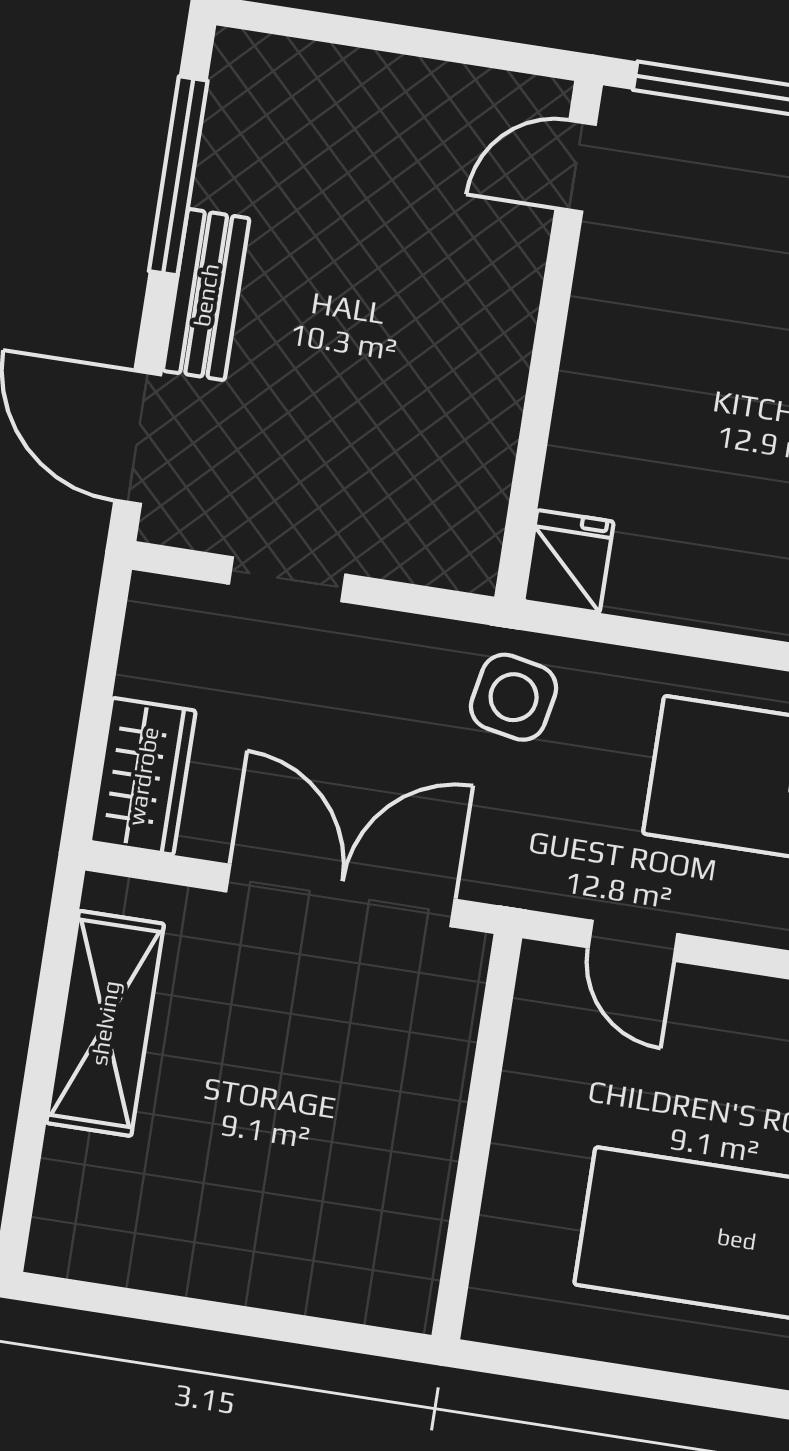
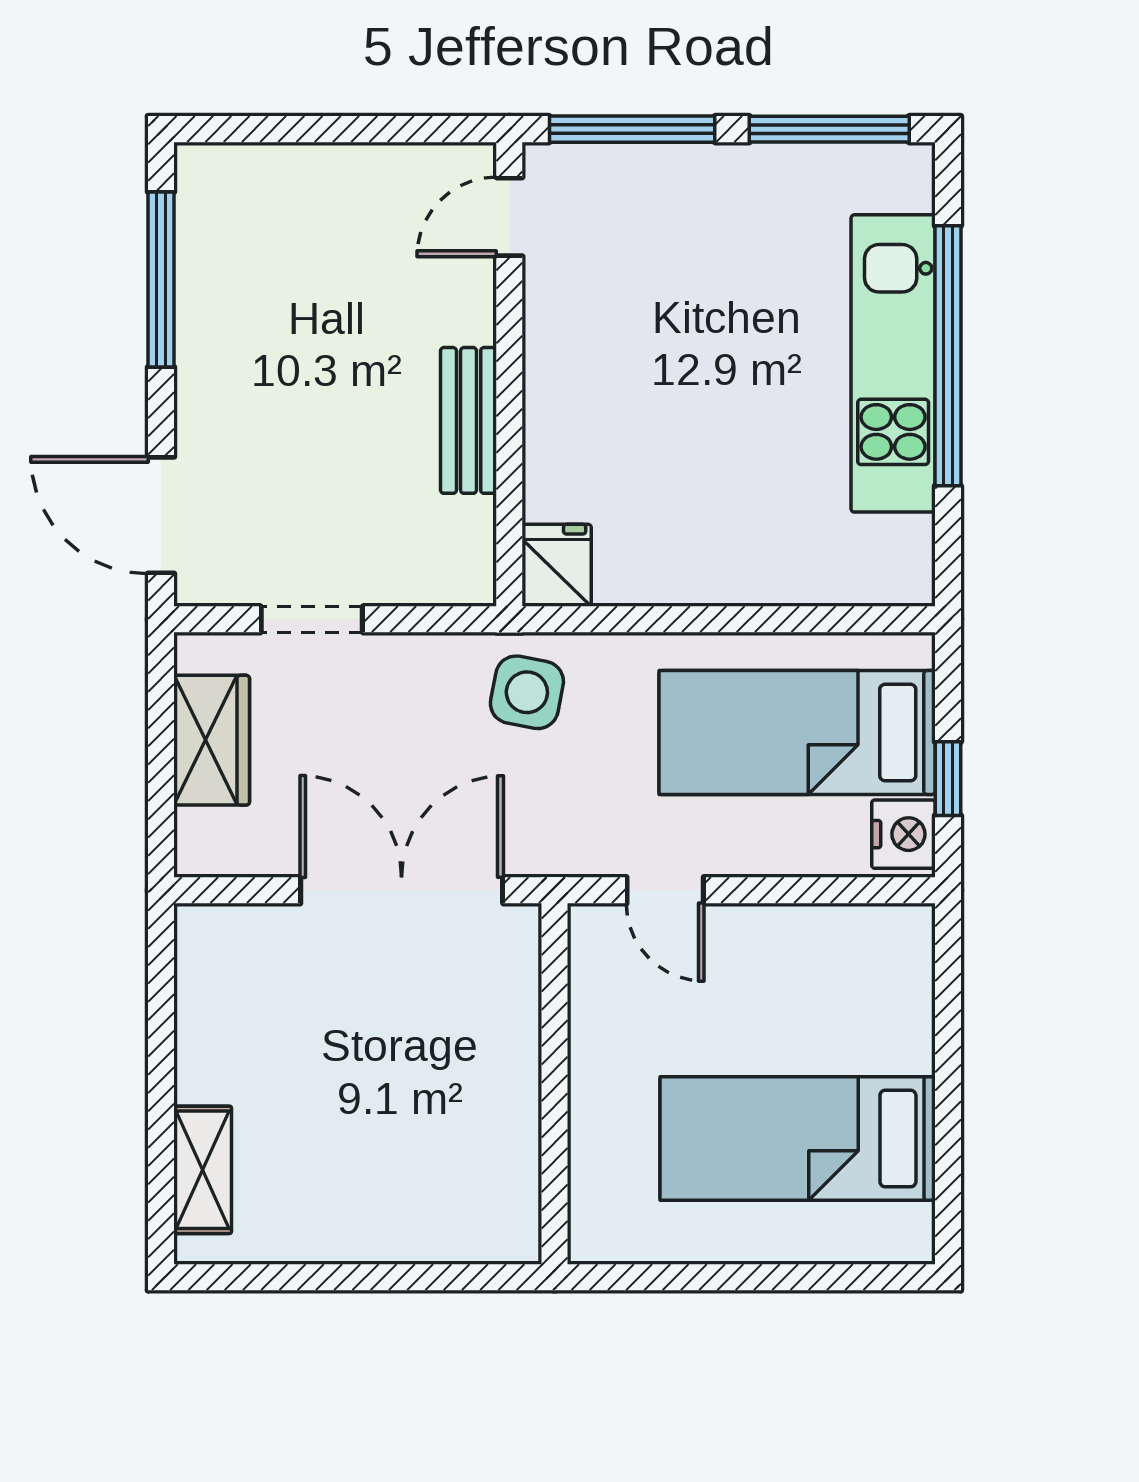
bench: (206, 295) -> (469, 420), moved
wardrobe: (143, 776) -> (212, 740), moved
shelving: (105, 1023) -> (203, 1170), moved, width x0.67, depth x0.75

